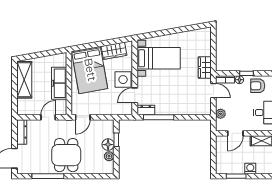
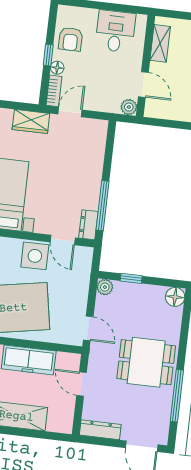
plant: (221, 114) -> (129, 107), moved
floor lamp: (108, 145) -> (175, 297), moved
plant: (109, 156) -> (105, 287), moved

